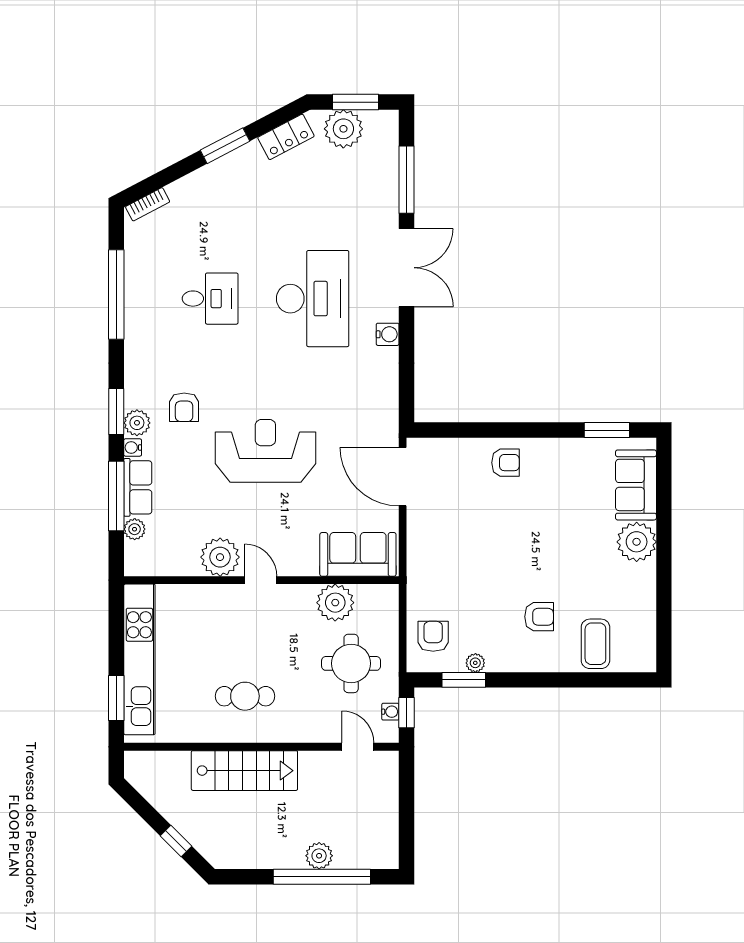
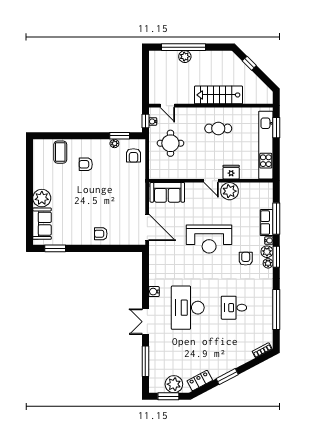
double door: (406, 268) -> (145, 322), width x0.73
plant: (135, 529) -> (268, 263), moved
fridge: (216, 599) -> (231, 172), added
plant: (335, 603) -> (178, 171), removed

